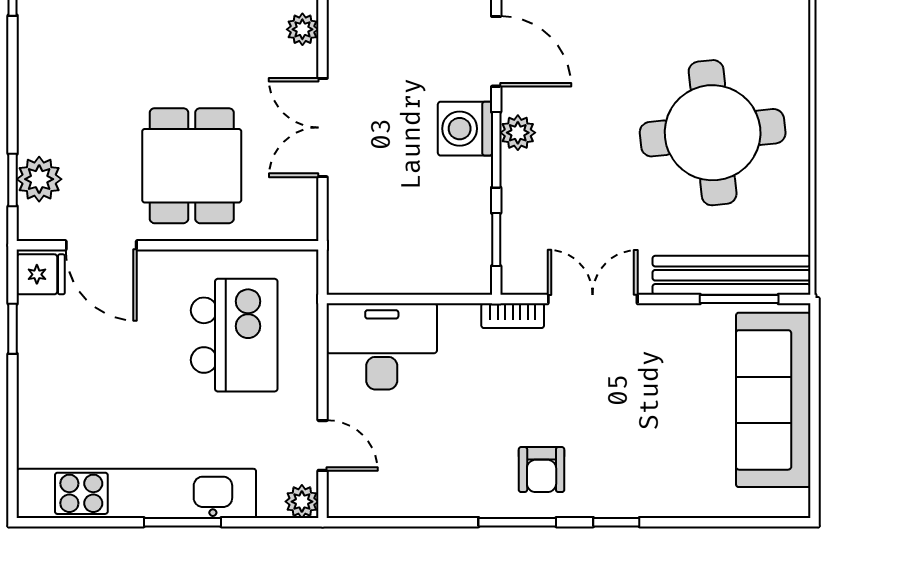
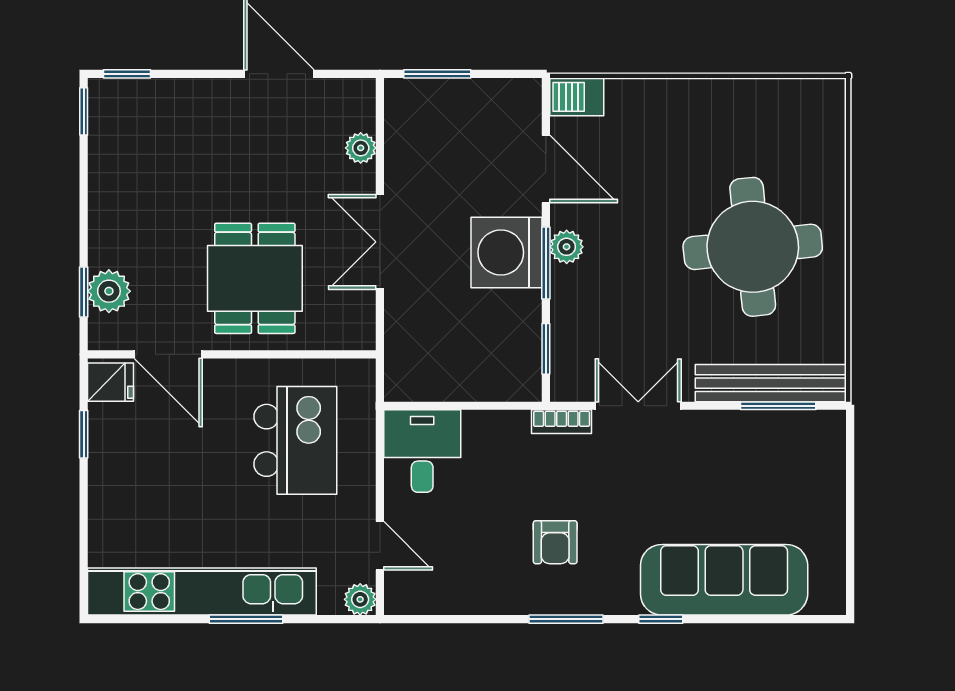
washing machine: (465, 129) -> (506, 252), width x1.37, depth x1.37
desk: (382, 346) -> (422, 451), width x0.73
sofa: (773, 400) -> (724, 580), moved, turned 90
armchair: (542, 470) -> (555, 542), moved

